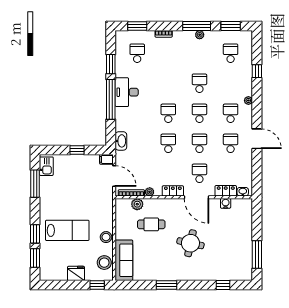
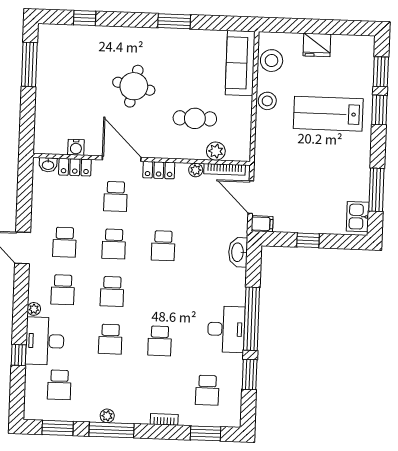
desk: (241, 81) -> (45, 341), added
school desk: (168, 113) -> (160, 341), moved
window: (97, 285) -> (284, 25), removed

